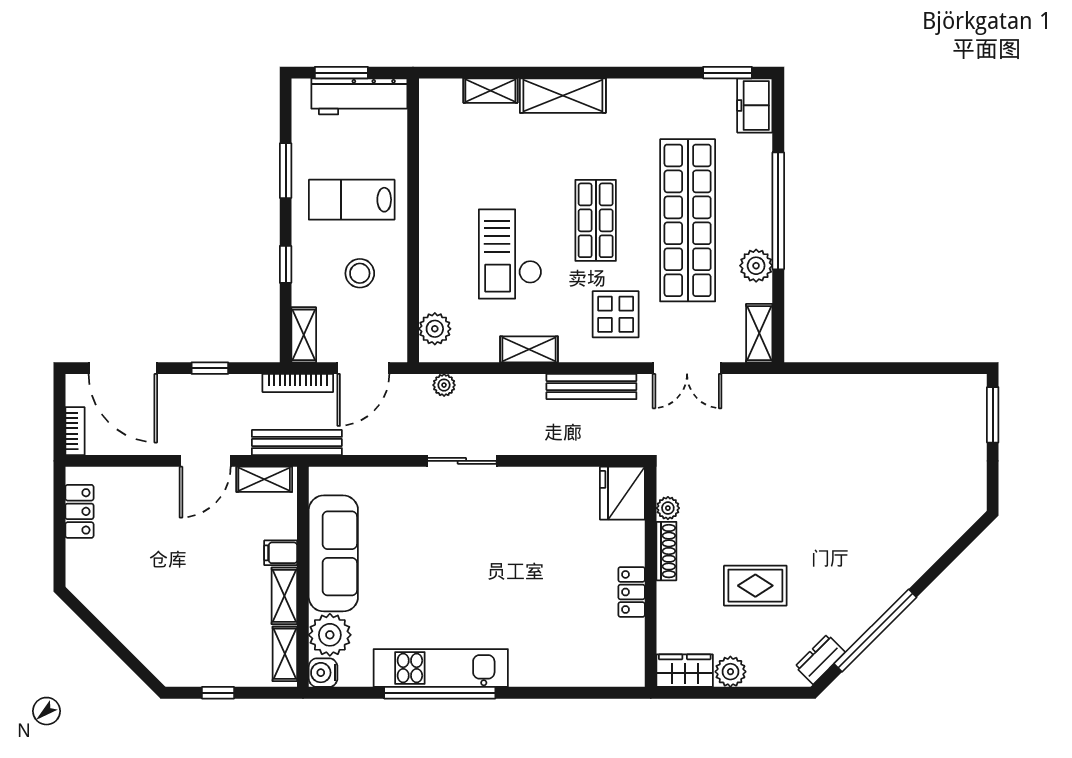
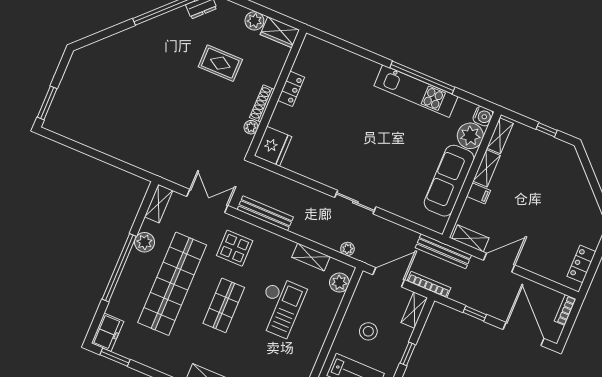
shelving: (529, 349) -> (311, 257), moved

